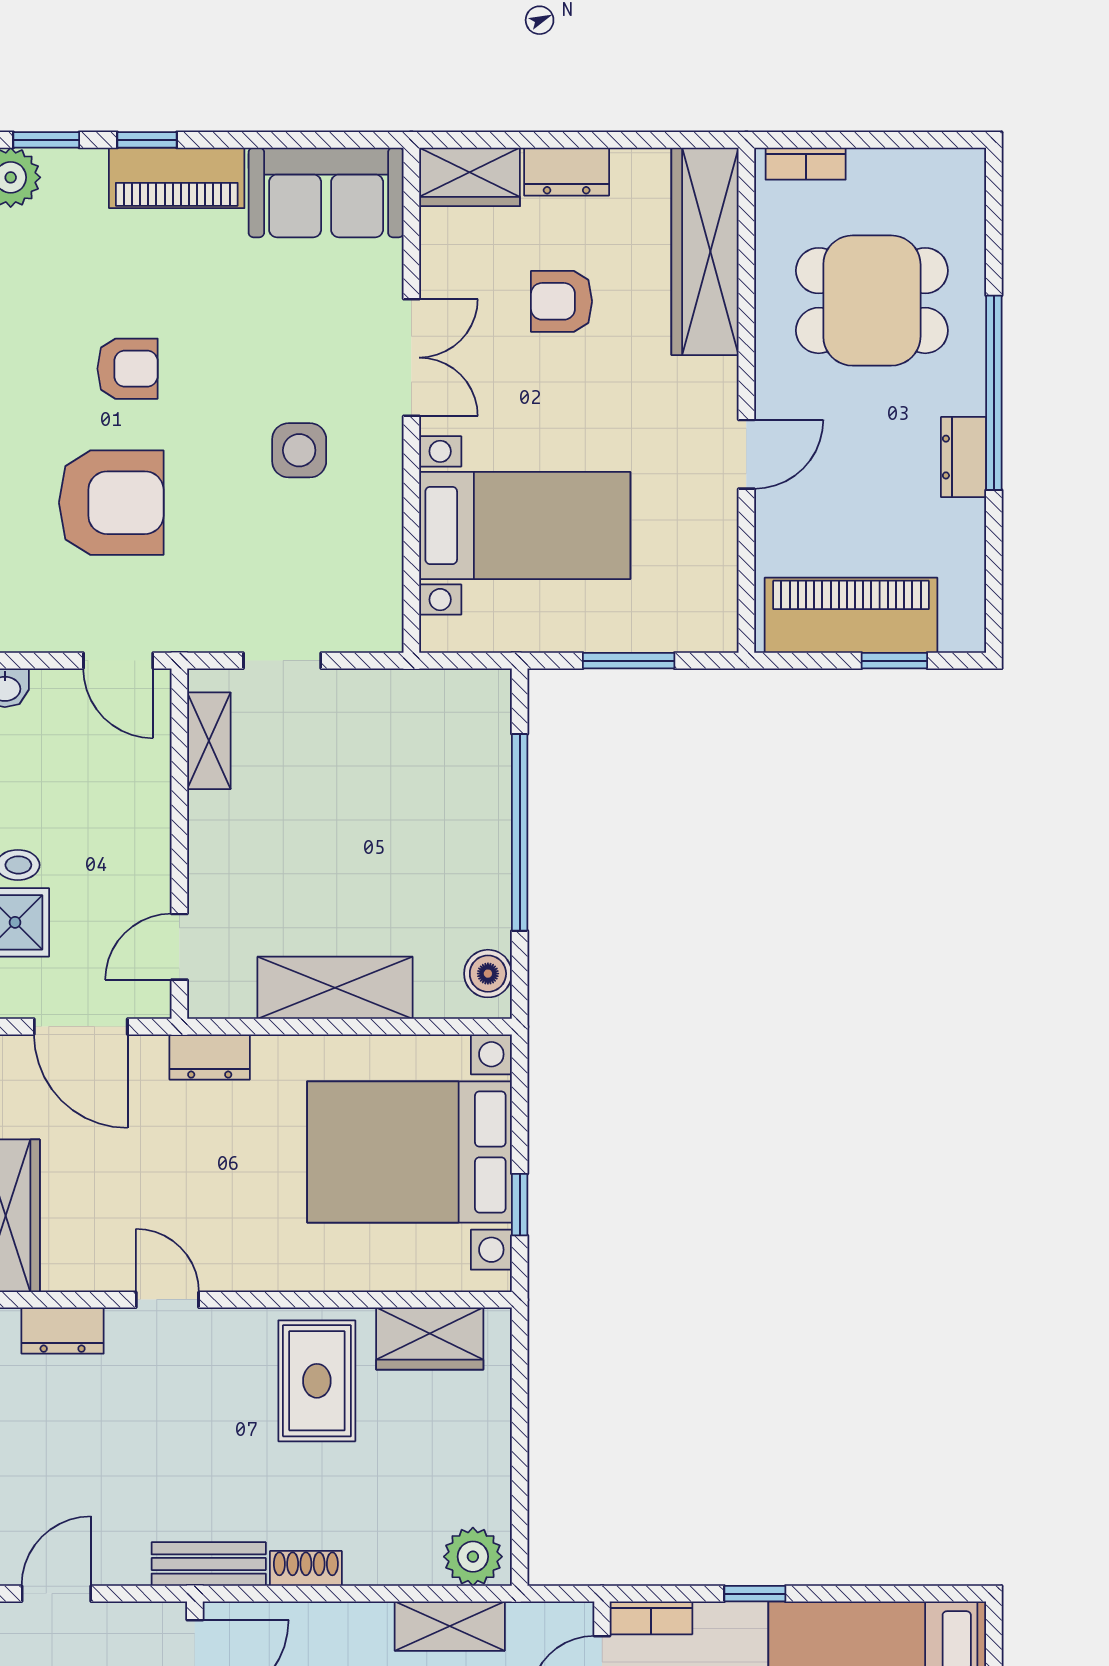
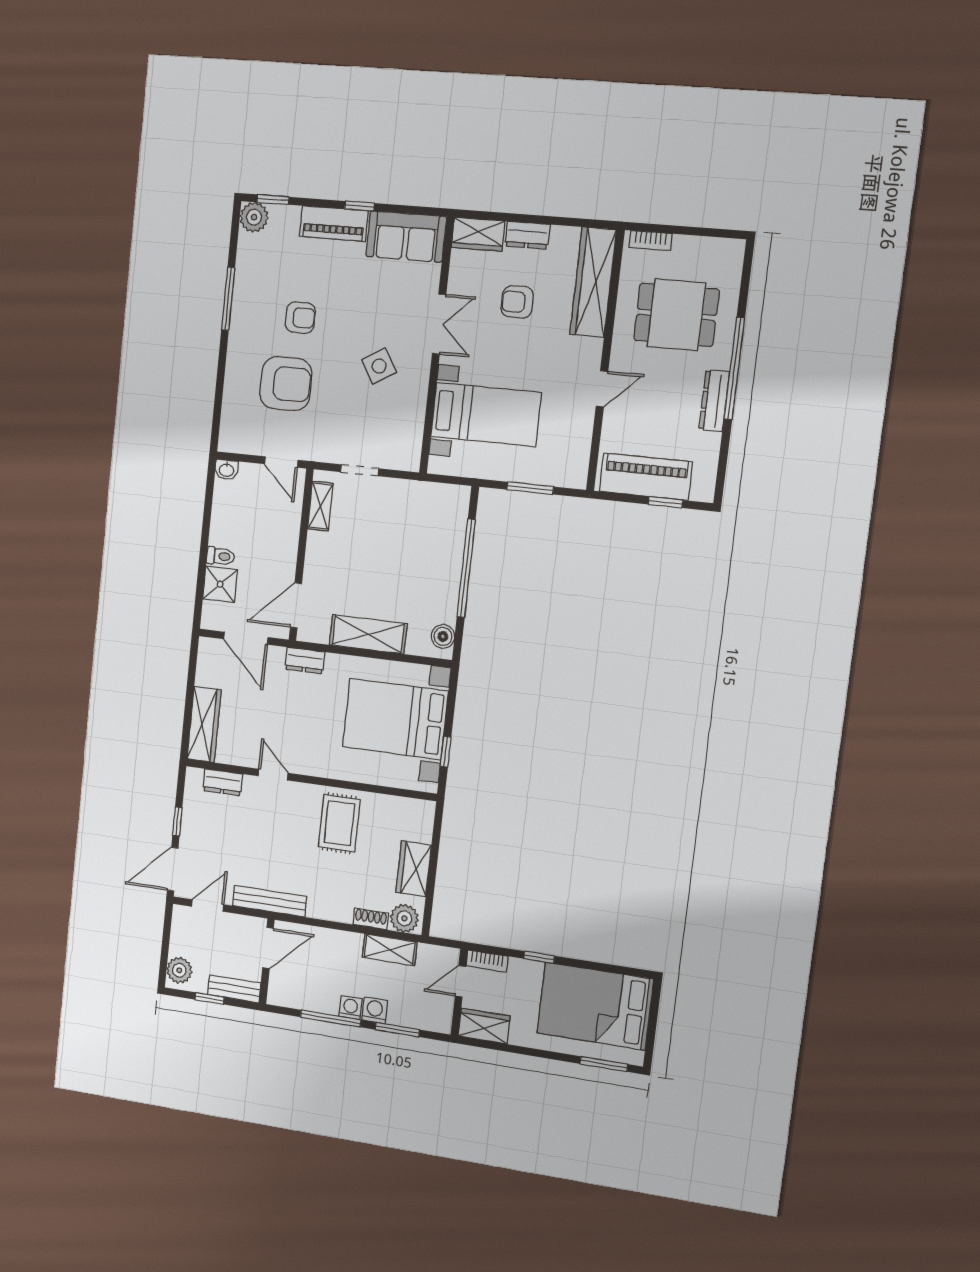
window: (147, 140) -> (359, 206), moved
side table: (299, 450) -> (379, 366), turned -31
dresser: (963, 457) -> (714, 401), width x1.44
door: (179, 947) -> (296, 605), width x1.38
wardrobe: (430, 1339) -> (414, 869), moved, turned 90
bench: (209, 1564) -> (270, 901), width x1.36
shoe rack: (306, 1568) -> (371, 919), moved

